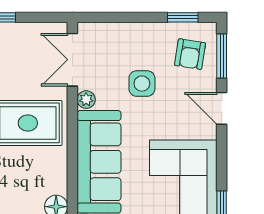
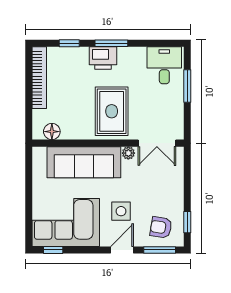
double door: (72, 60) -> (157, 143), swing flipped
side table: (142, 84) -> (121, 211), moved

